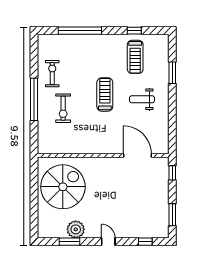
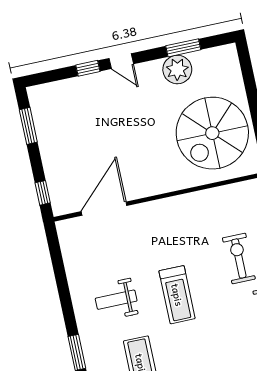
weight bench: (142, 99) -> (116, 300), turned 180
door: (137, 155) -> (104, 209), swing flipped
window: (145, 242) -> (88, 68), moved

